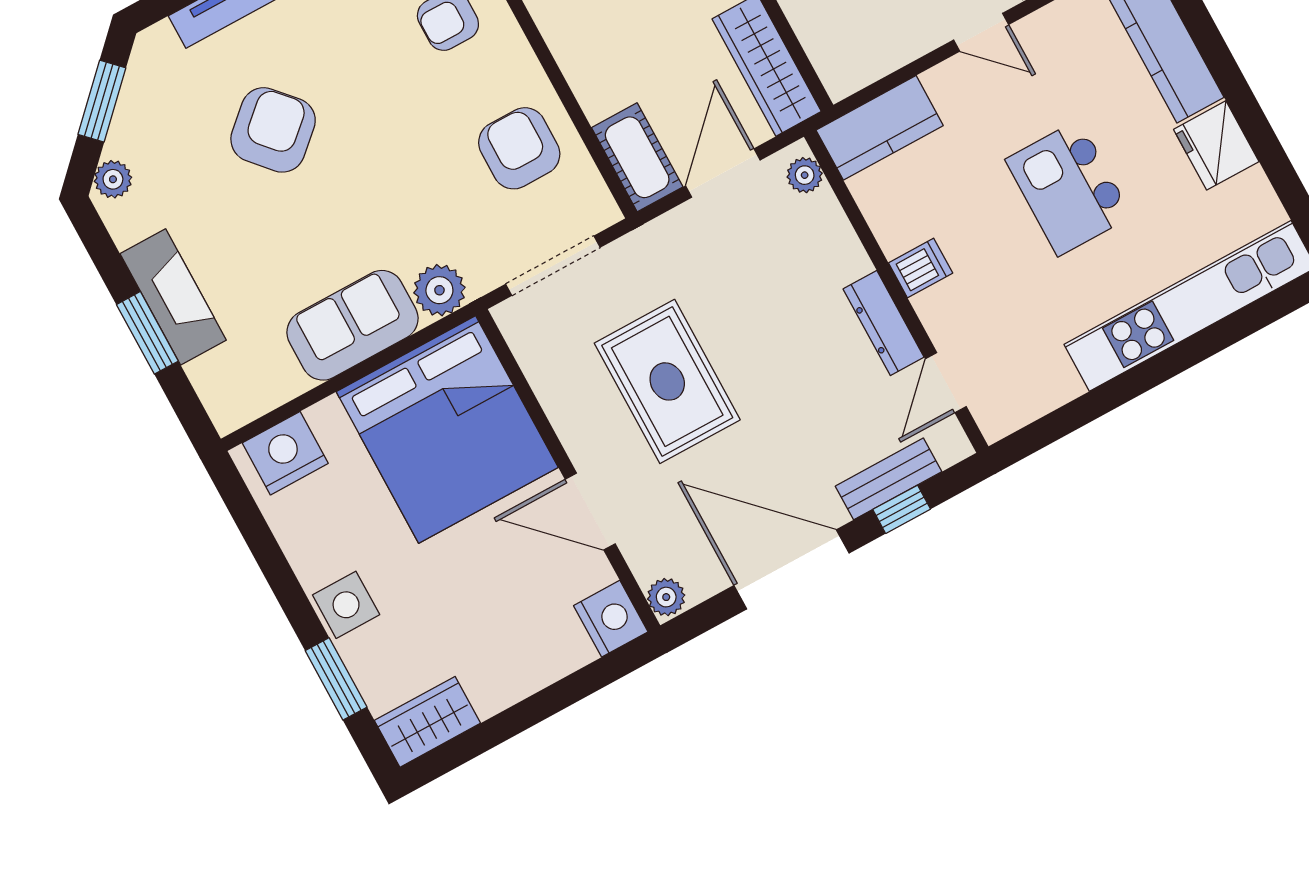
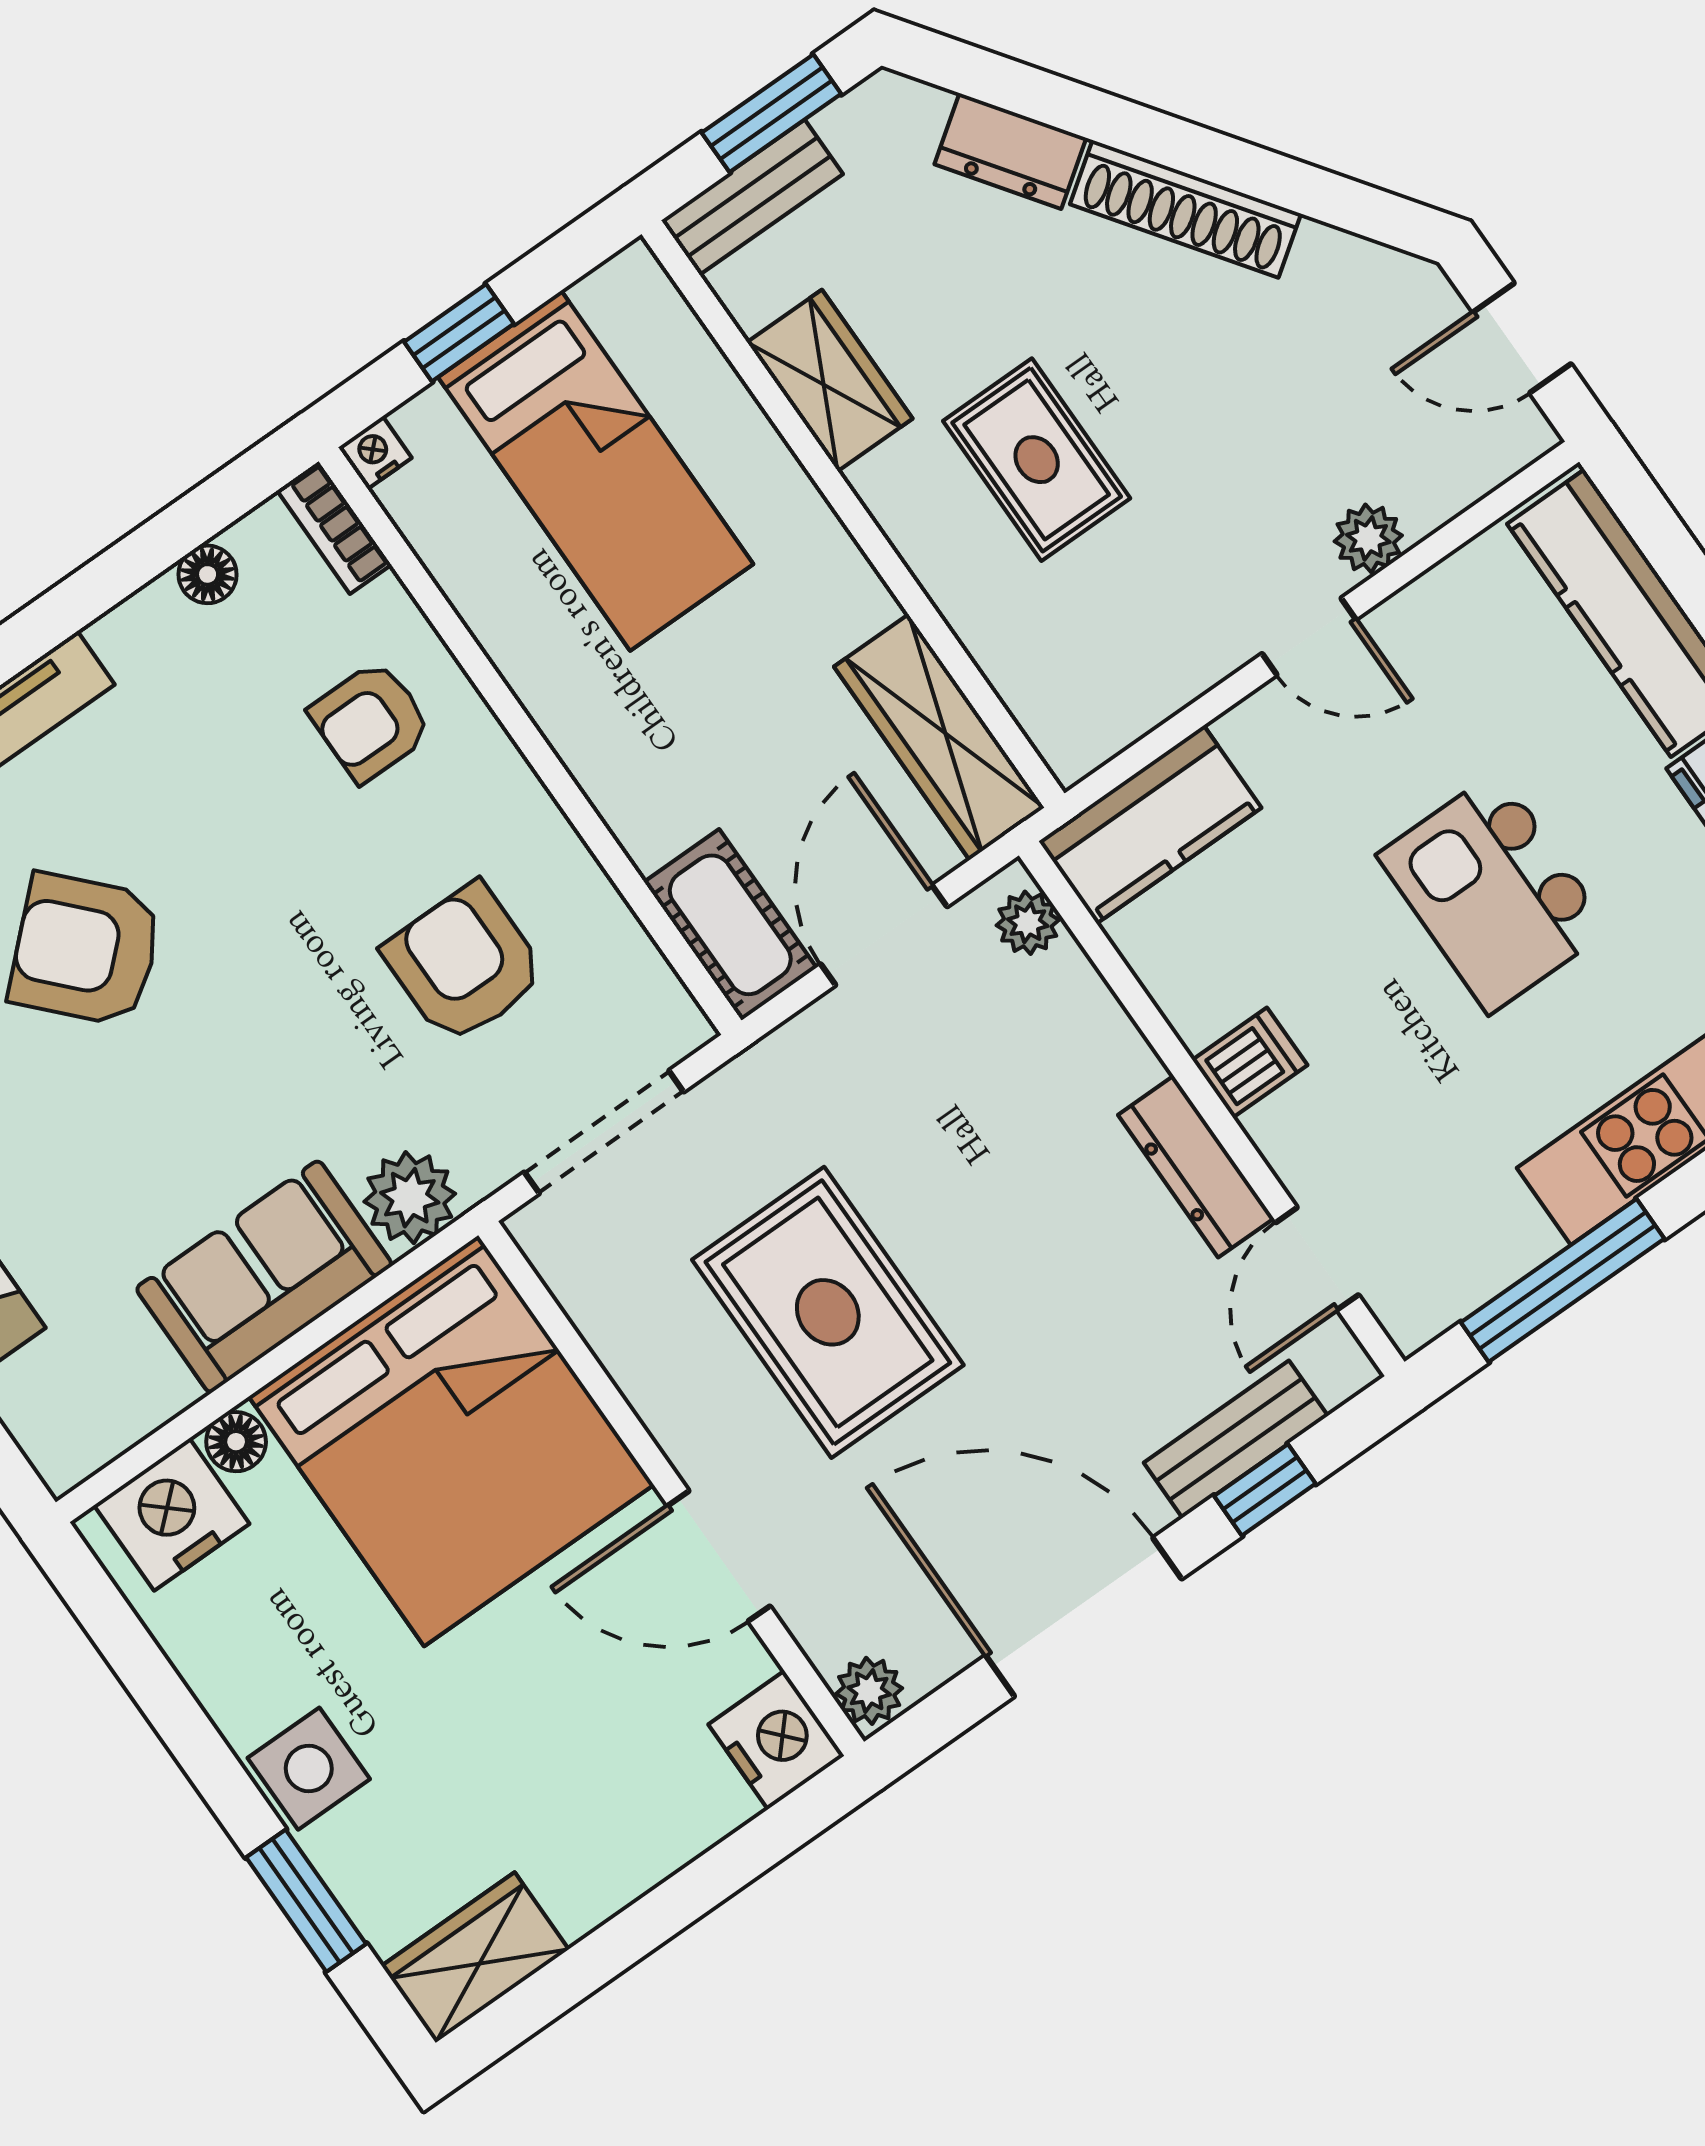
armchair: (273, 130) -> (86, 950), turned -91
armchair: (519, 148) -> (464, 964), moved
window: (1083, 411) -> (1563, 1280), added
floor lamp: (326, 416) -> (236, 1442), added

